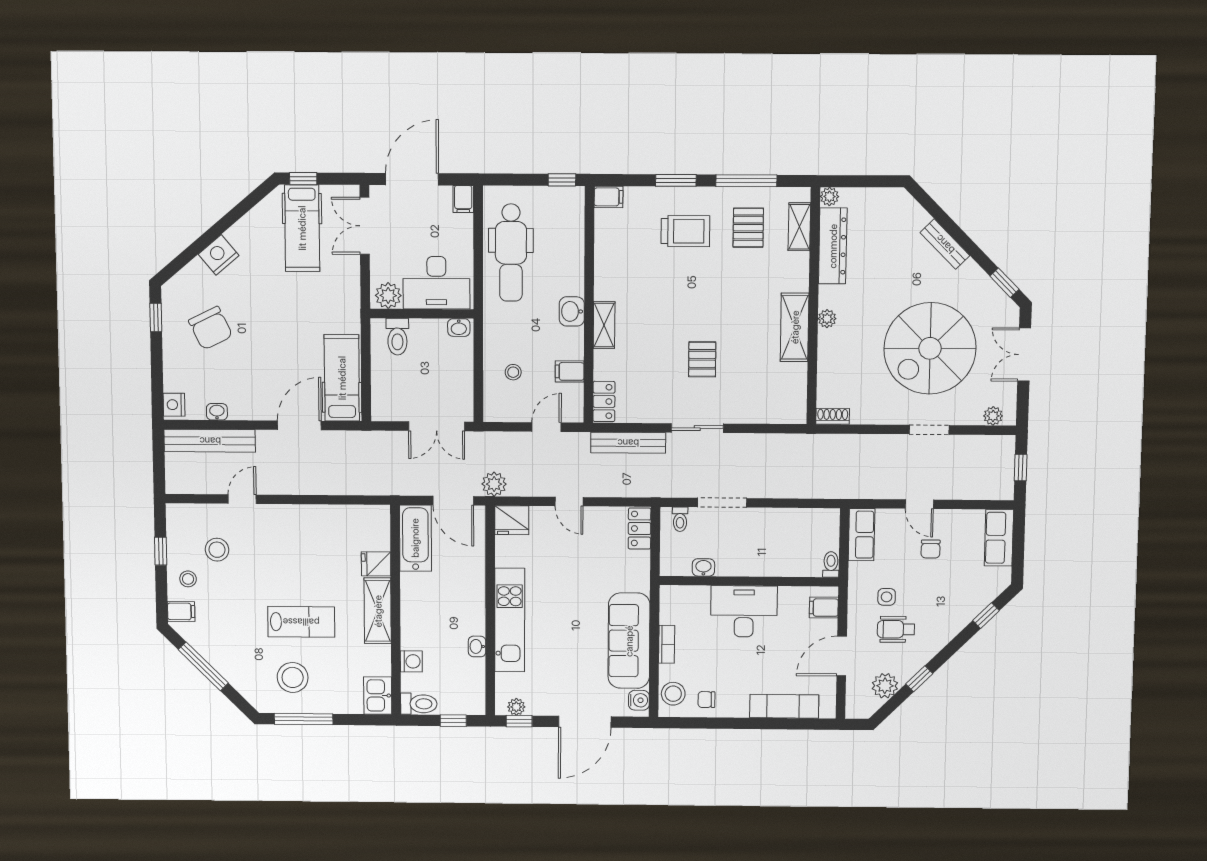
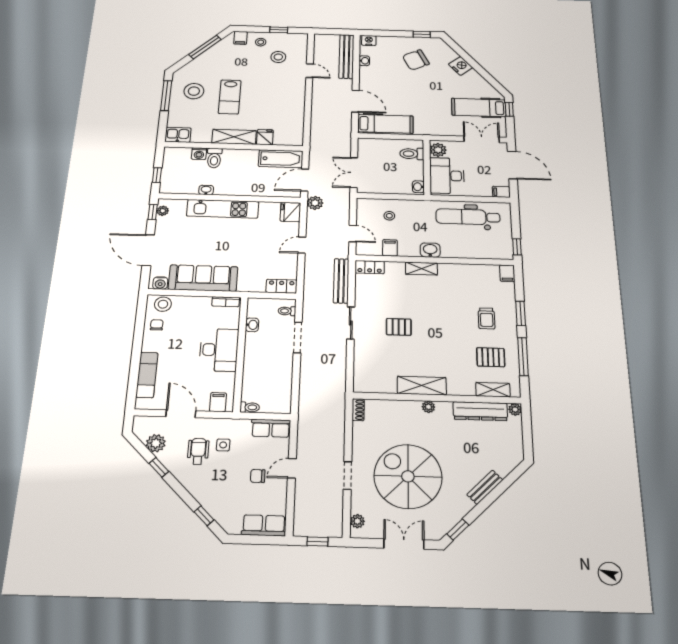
trolley: (685, 231) -> (487, 318), width x0.73, depth x0.72
bookcase: (667, 644) -> (226, 302), moved
toilet: (419, 704) -> (214, 158), moved

